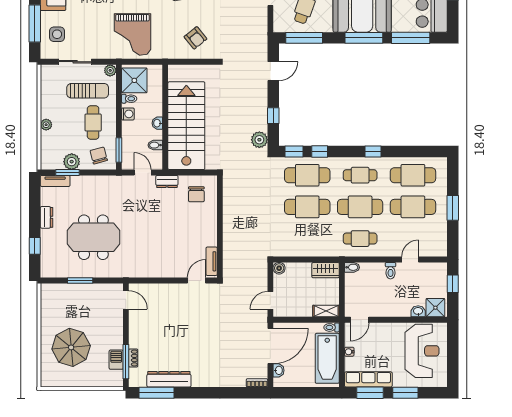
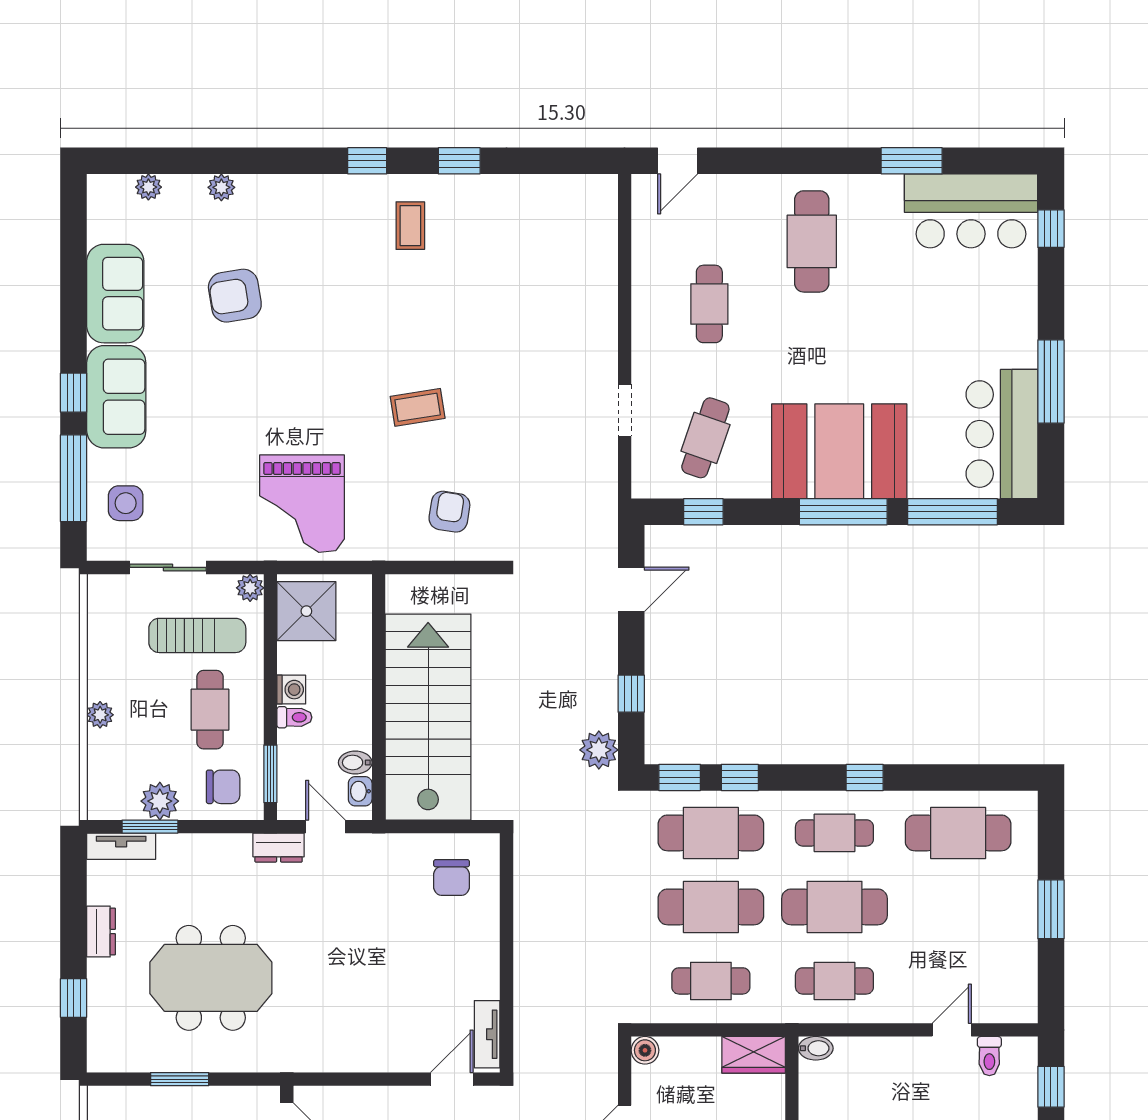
armchair: (195, 38) -> (449, 512), turned -132
window: (304, 38) -> (703, 512), width x0.46
toilet: (129, 99) -> (294, 717), moved
washbasin: (157, 123) -> (360, 791), moved
chair: (99, 156) -> (223, 787), turned 105
dresser: (167, 181) -> (279, 848), moved
cafe table: (413, 207) -> (711, 981), moved, width x0.73, depth x0.74
toilet: (391, 271) -> (989, 1056), moved

